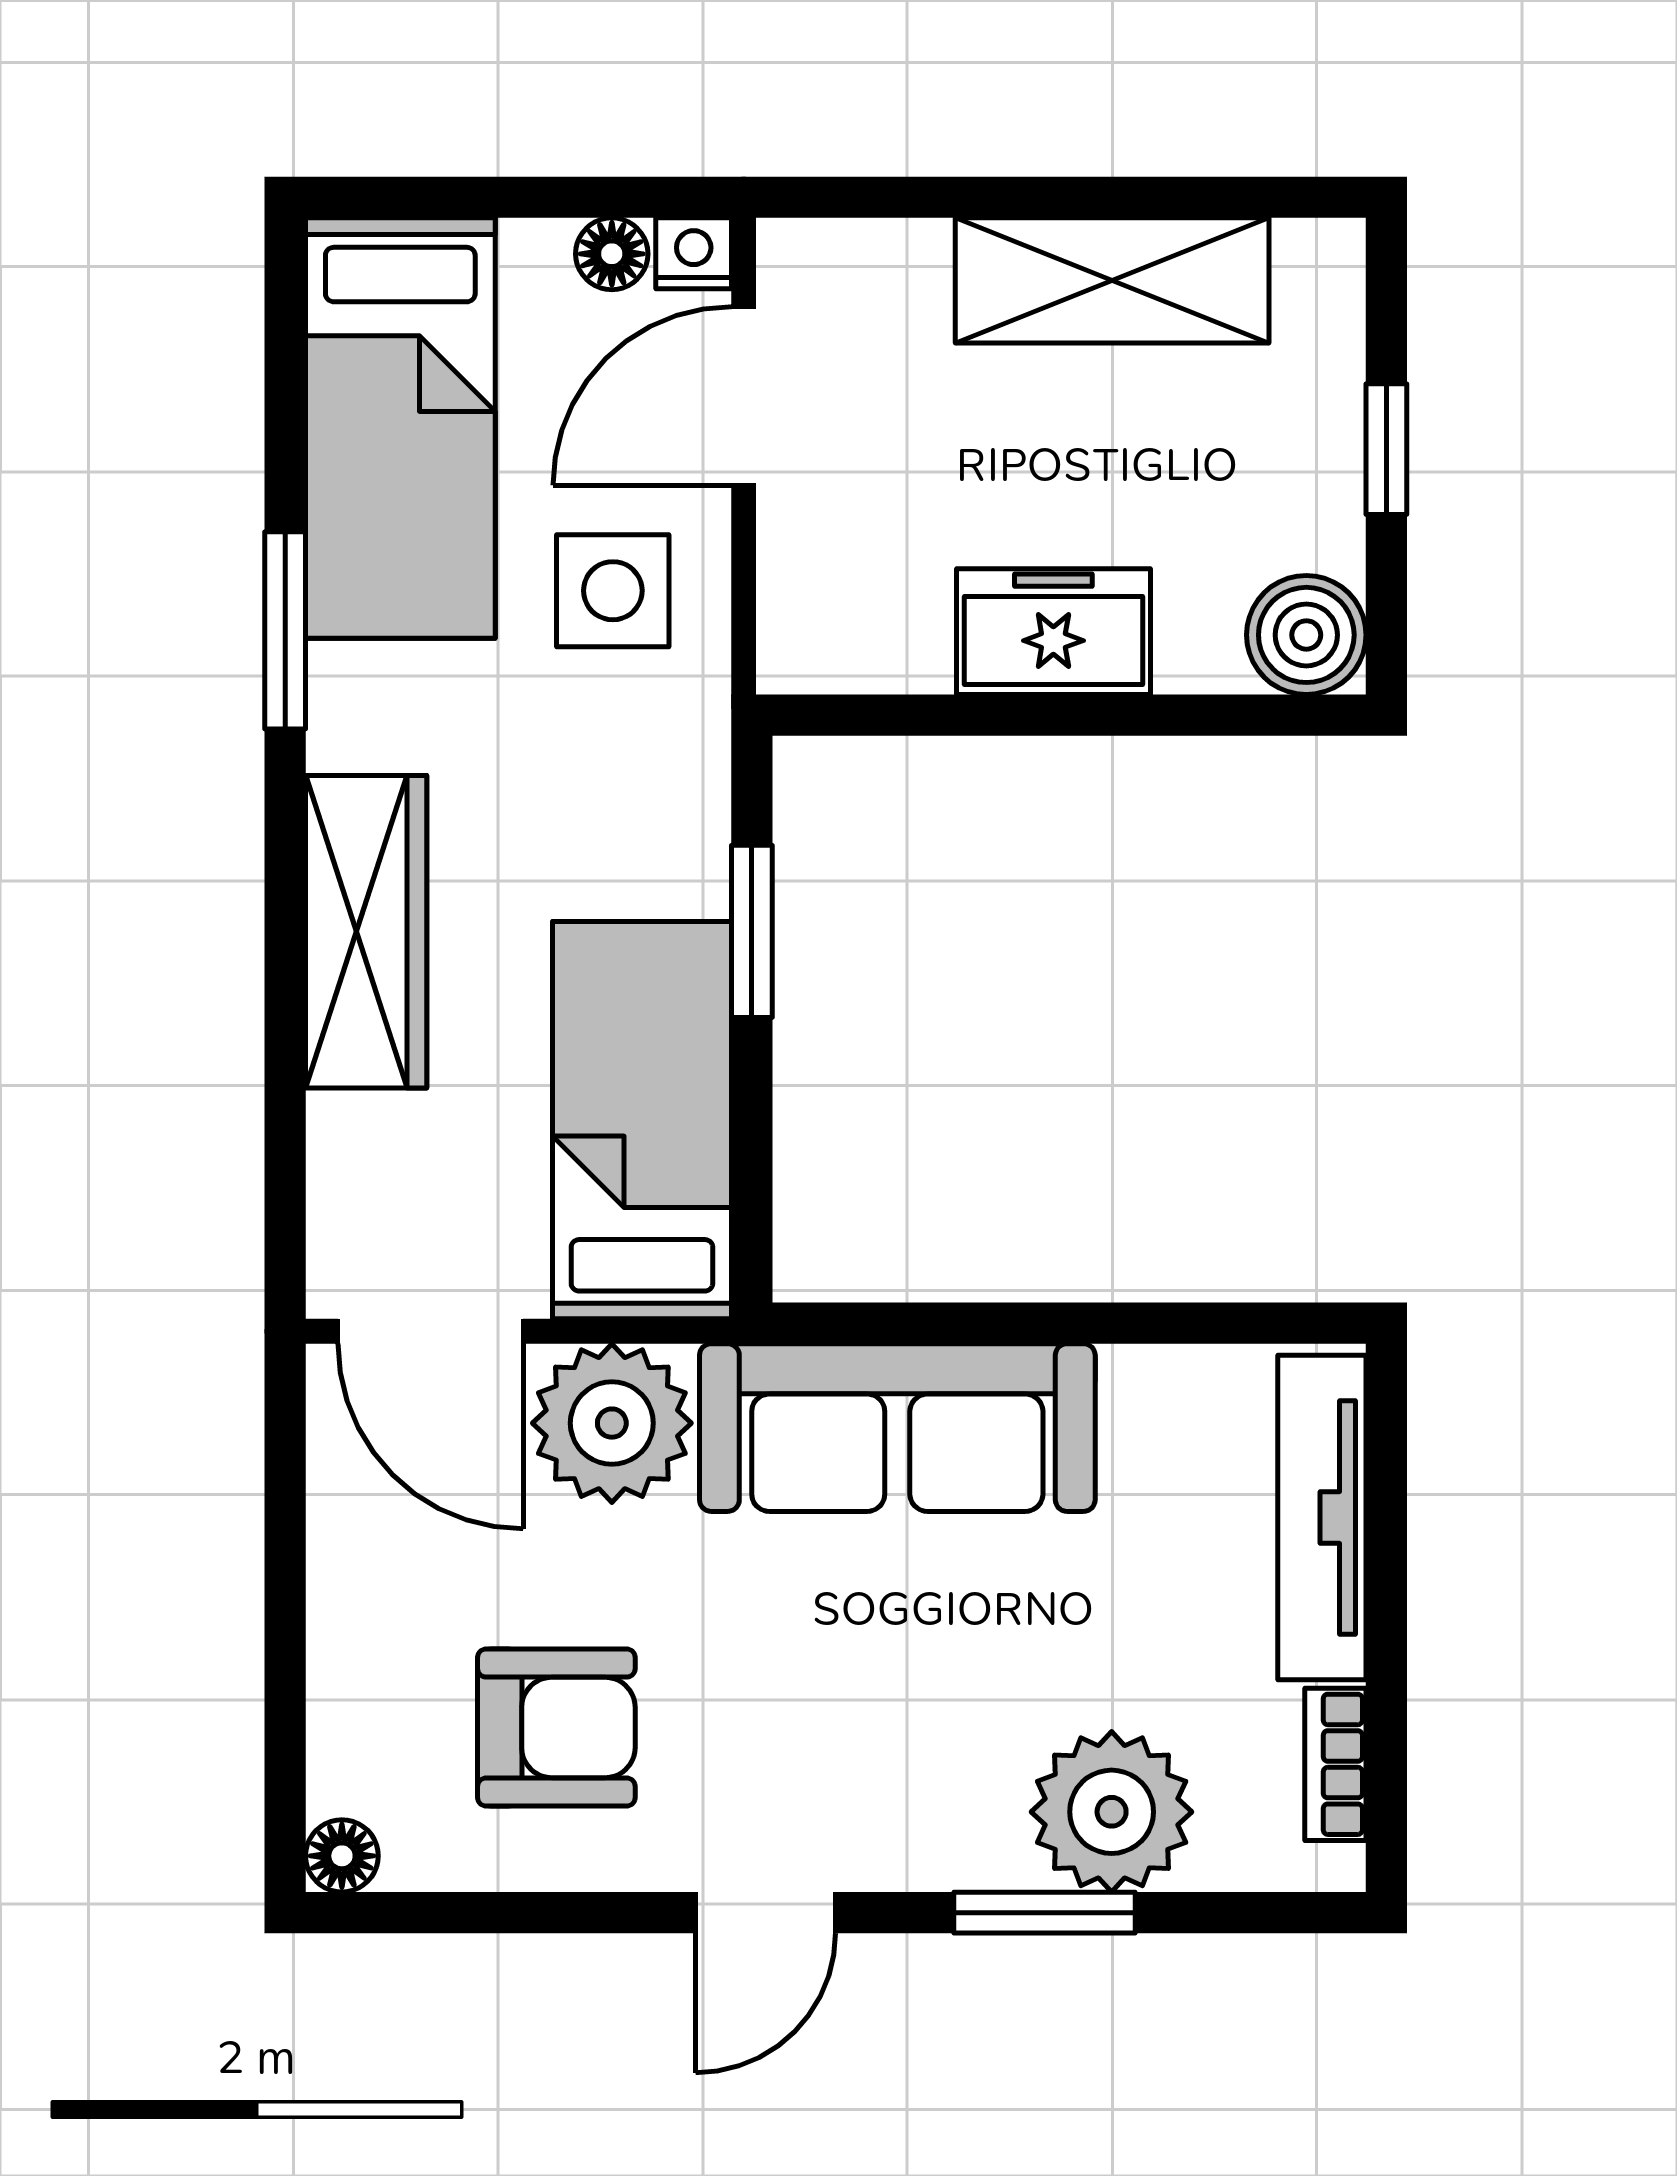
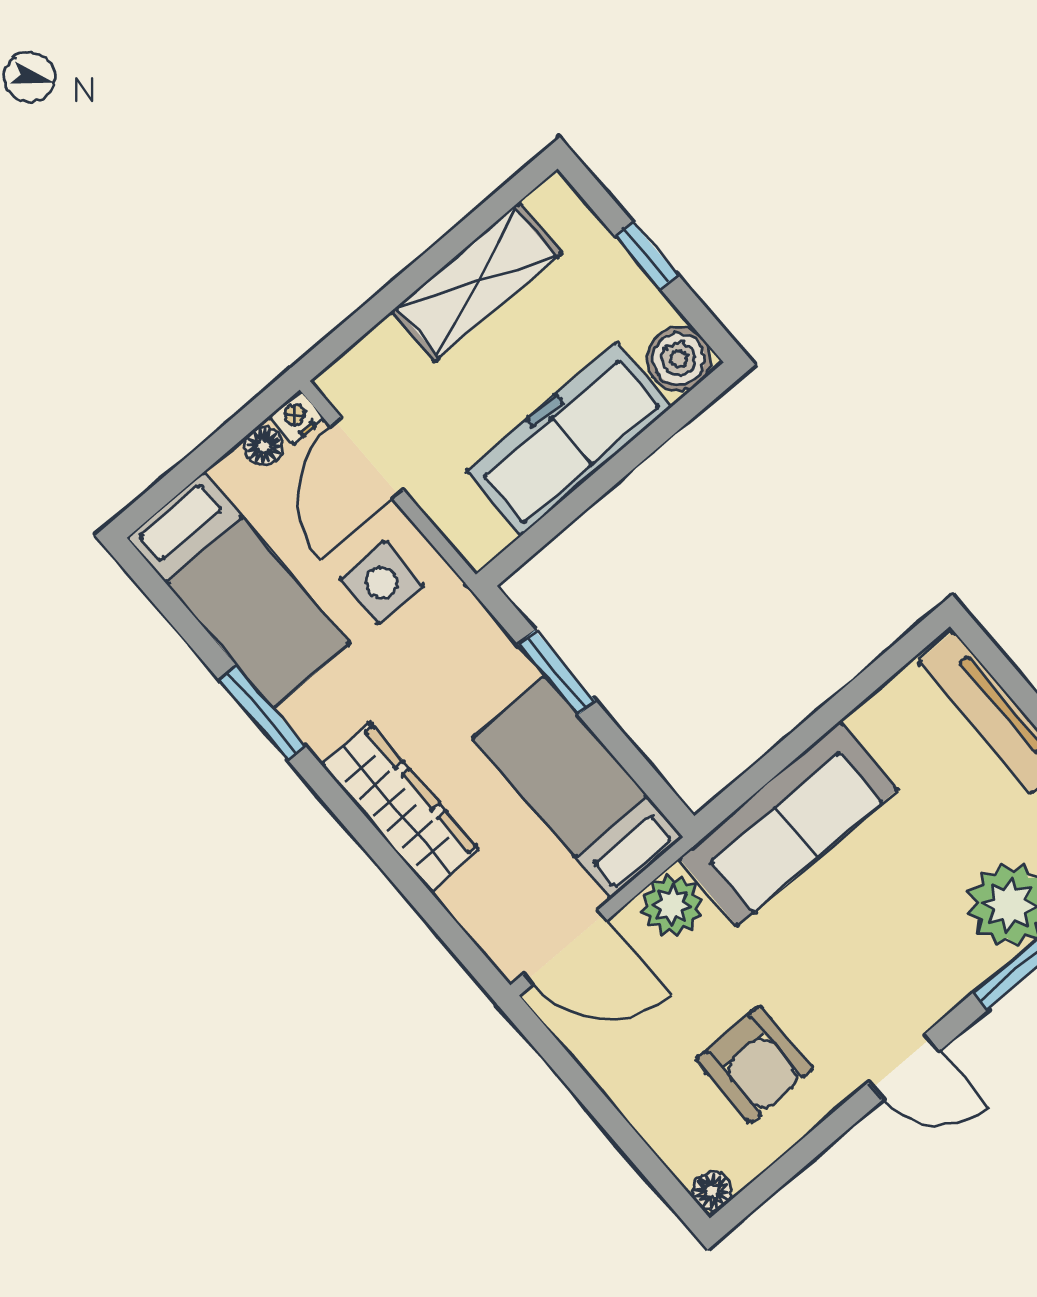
freezer: (1053, 632) -> (569, 439), width x1.91, depth x1.26
plant: (612, 1423) -> (672, 905), width x0.73, depth x0.73
armchair: (556, 1728) -> (755, 1064), turned 90
door: (766, 1913) -> (904, 1067), hinge flipped

